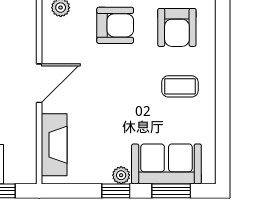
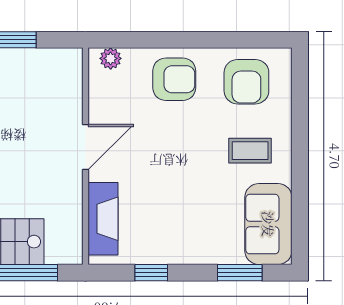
sofa: (166, 164) -> (268, 224), moved, turned -90
plant: (121, 175) -> (181, 254), removed
window: (116, 191) -> (151, 273), moved

